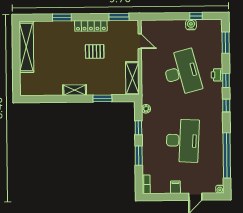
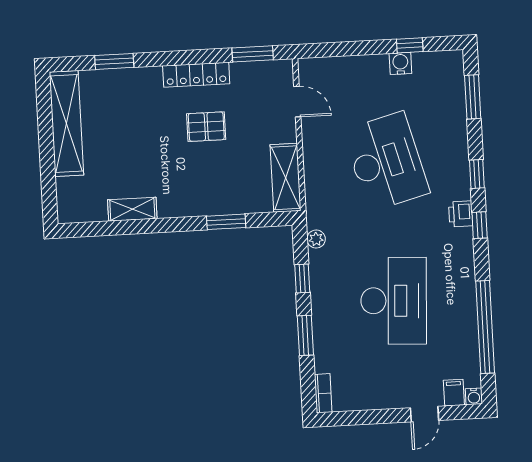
window: (62, 17) -> (114, 61), moved
printer: (217, 75) -> (461, 214), moved
shelving: (75, 90) -> (132, 209), moved
filing cabinet: (175, 187) -> (454, 393), moved

